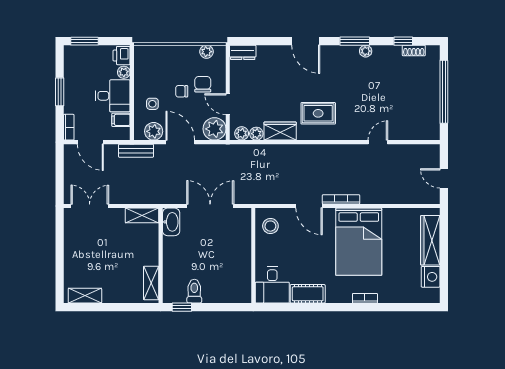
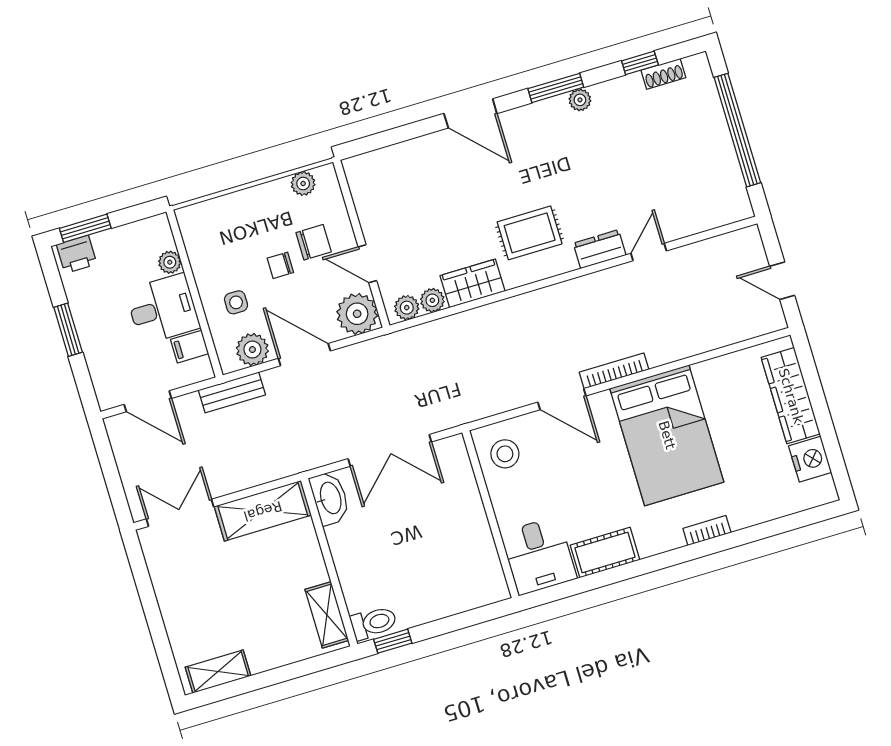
dresser: (243, 52) -> (600, 249), moved, turned 180
printer: (122, 56) -> (77, 254), moved, turned -90
chair: (203, 84) -> (314, 242), turned 90
bookcase: (69, 127) -> (102, 387), removed
double door: (210, 206) -> (390, 450), swing flipped
shelving: (142, 215) -> (263, 511), width x1.50, depth x1.33
toilet: (194, 291) -> (374, 623), moved, turned 90

